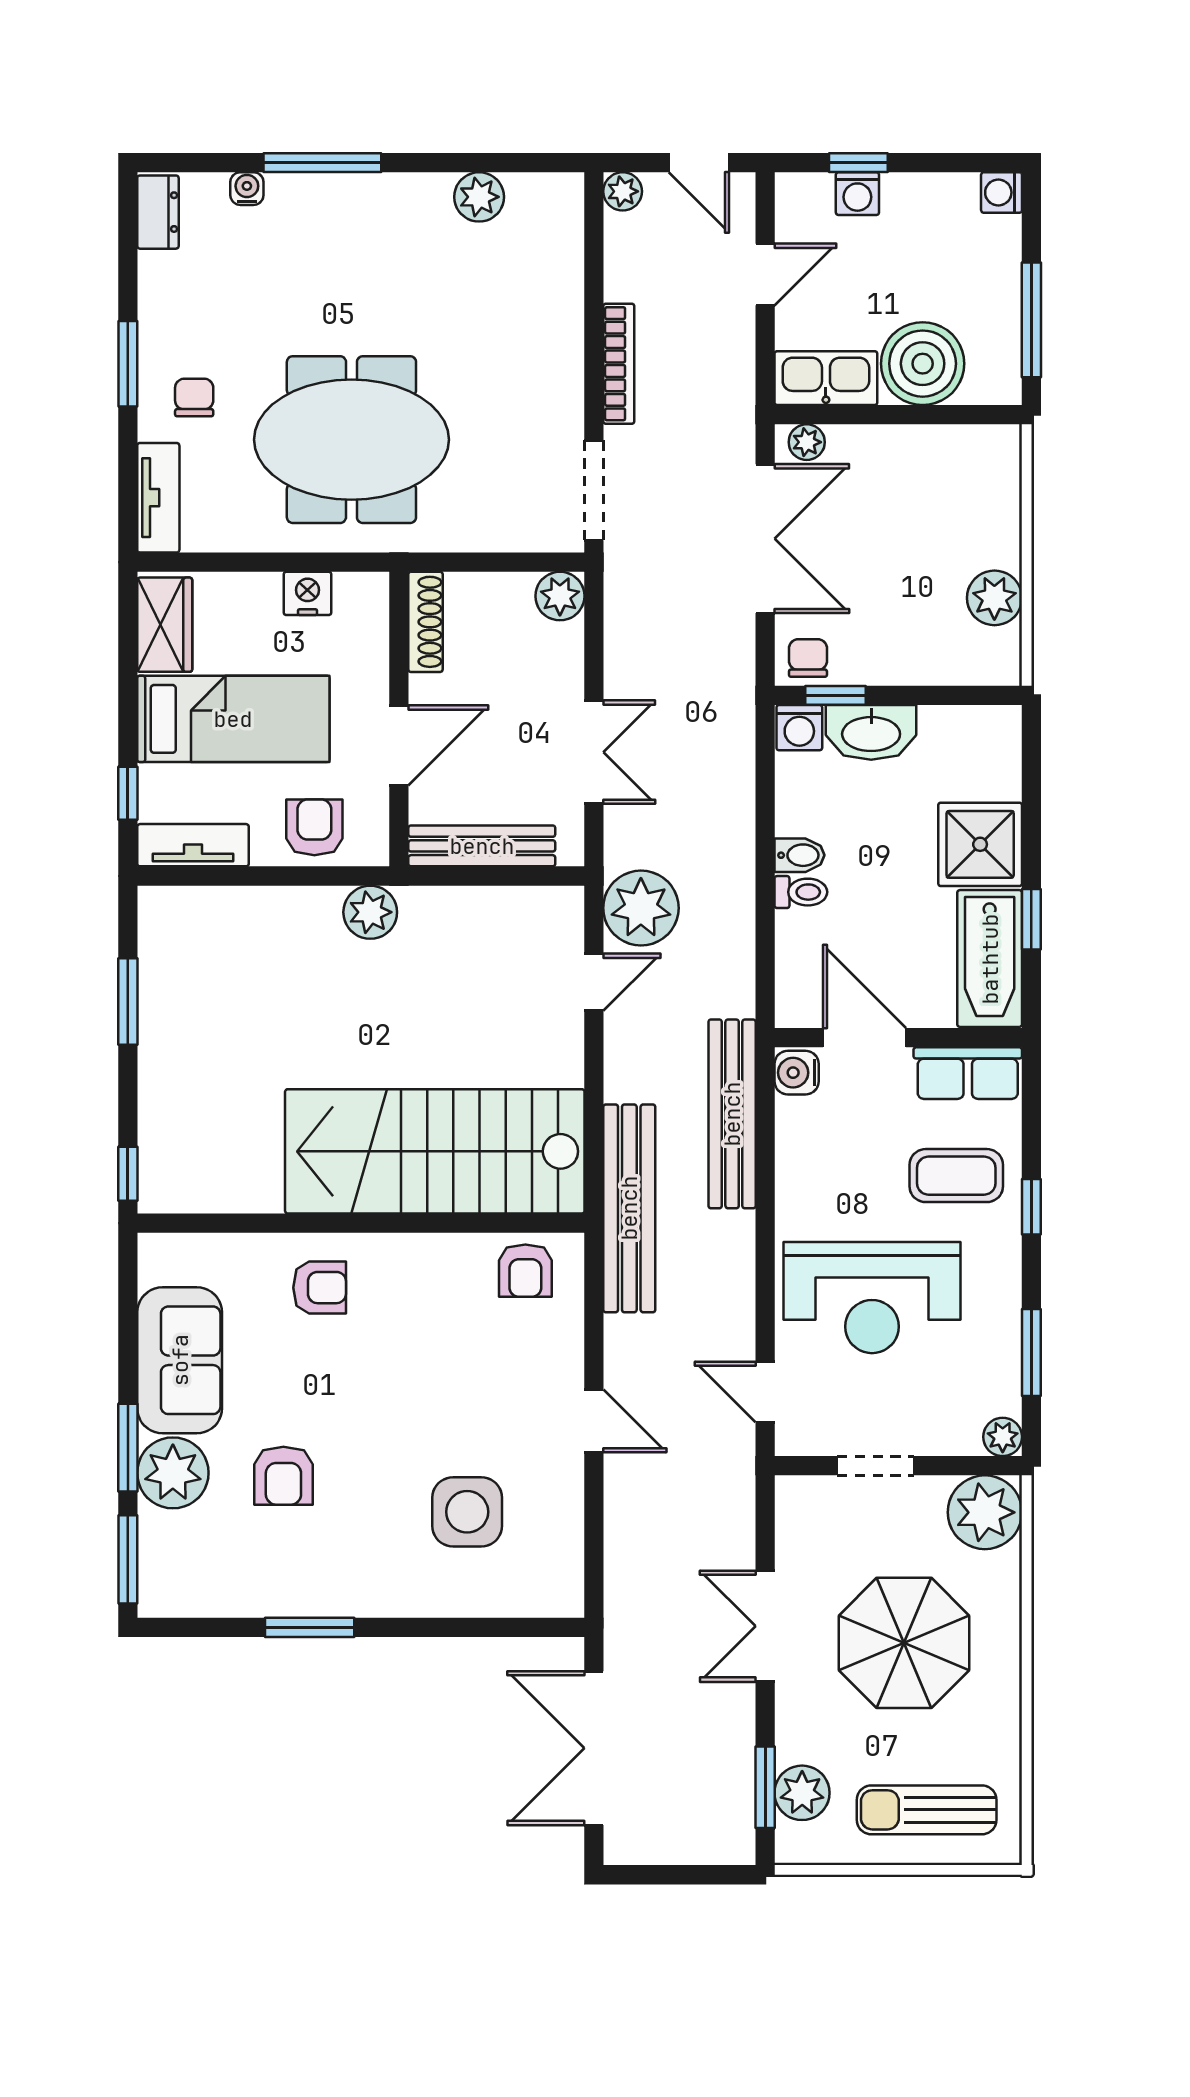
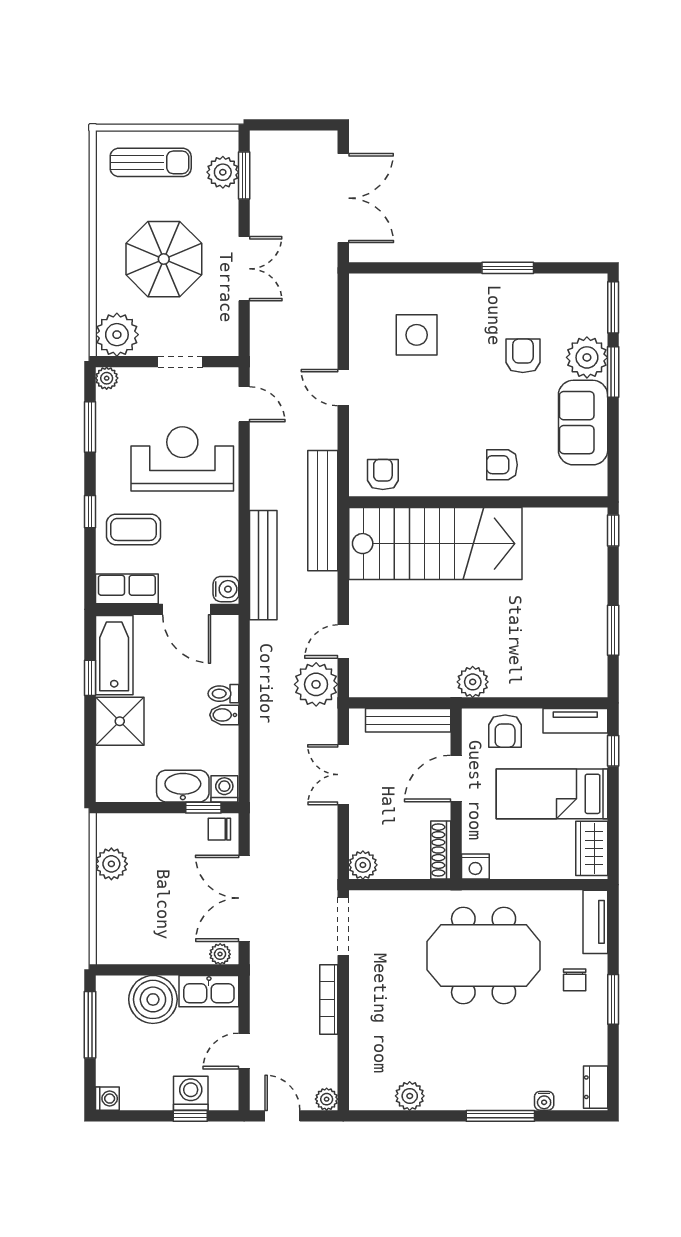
washing machine: (857, 194) -> (191, 1093), width x1.38, depth x1.38
nightstand: (308, 593) -> (475, 866), moved
chair: (808, 658) -> (219, 829), turned 90

